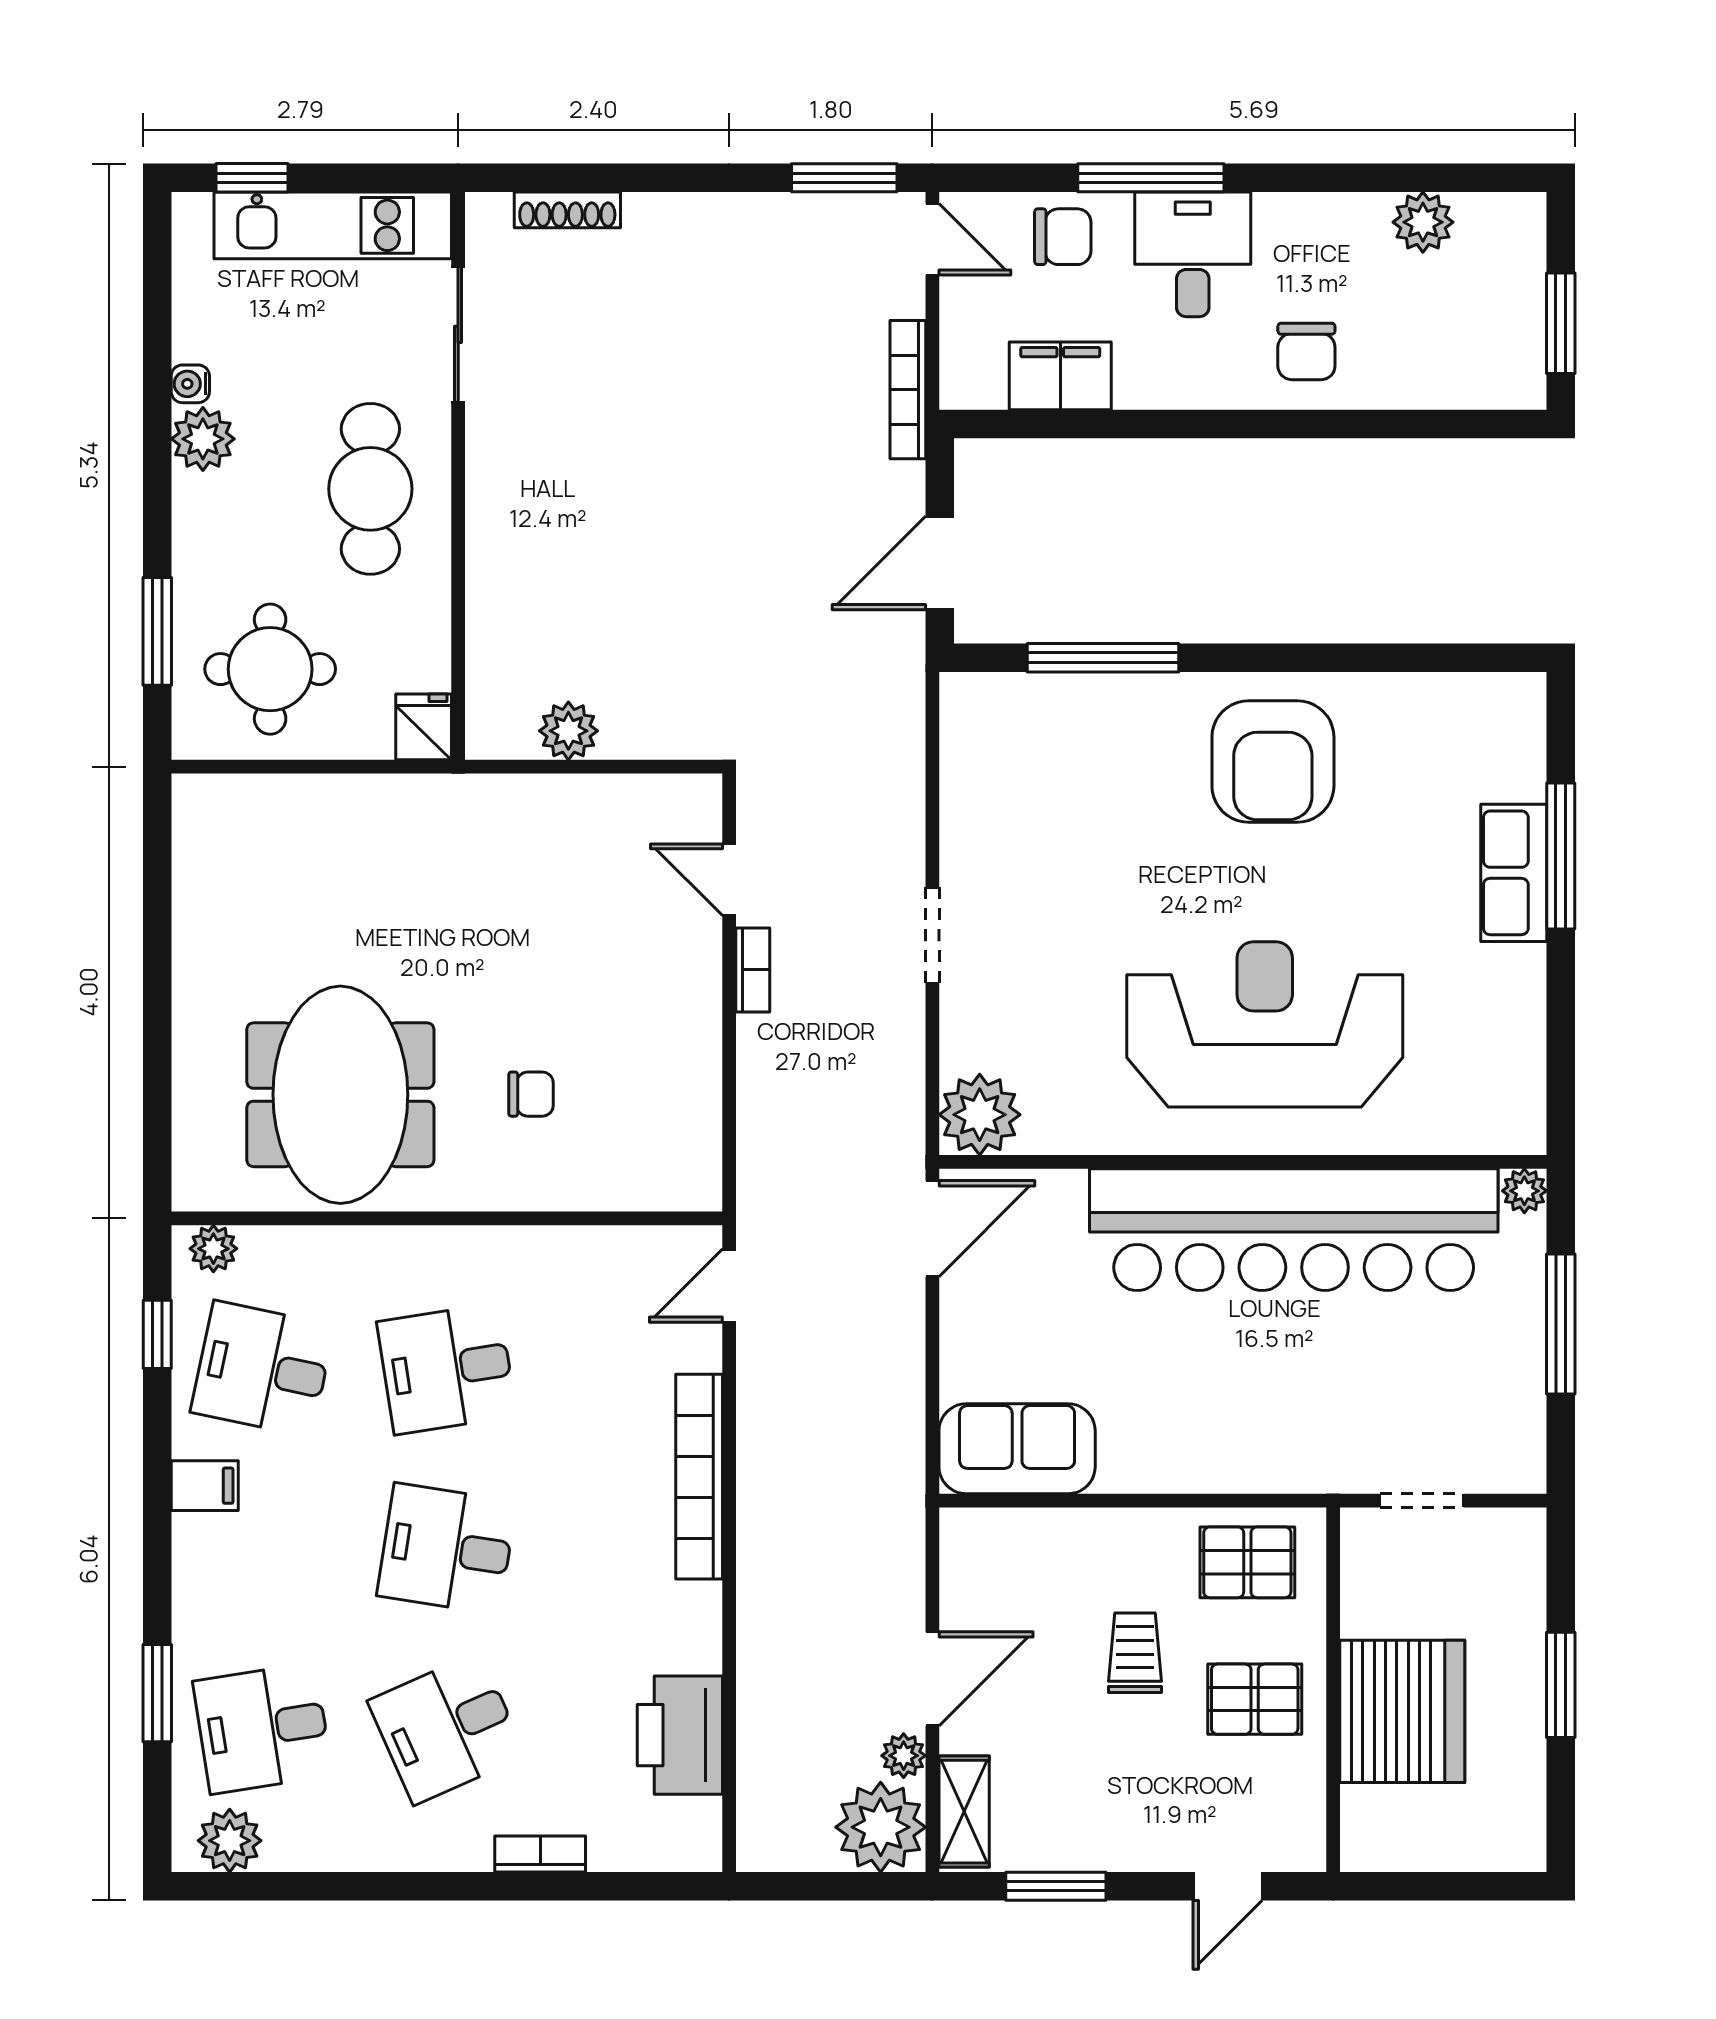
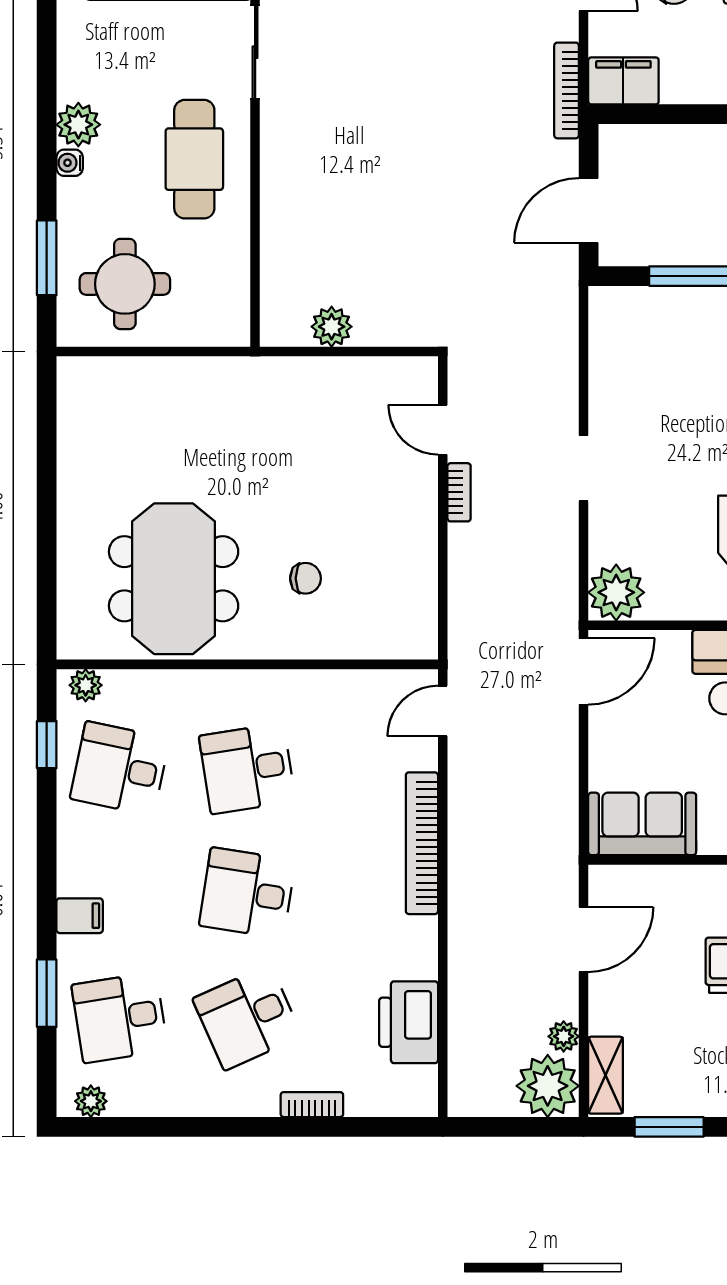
filing cabinet: (1060, 376) -> (623, 81), moved
water cooler: (190, 384) -> (70, 163), moved
fridge: (424, 727) -> (231, 324), removed
filing cabinet: (205, 1486) -> (80, 916), moved
door: (932, 1679) -> (583, 939), moved
plant: (230, 1841) -> (91, 1101), width x0.73, depth x0.73

